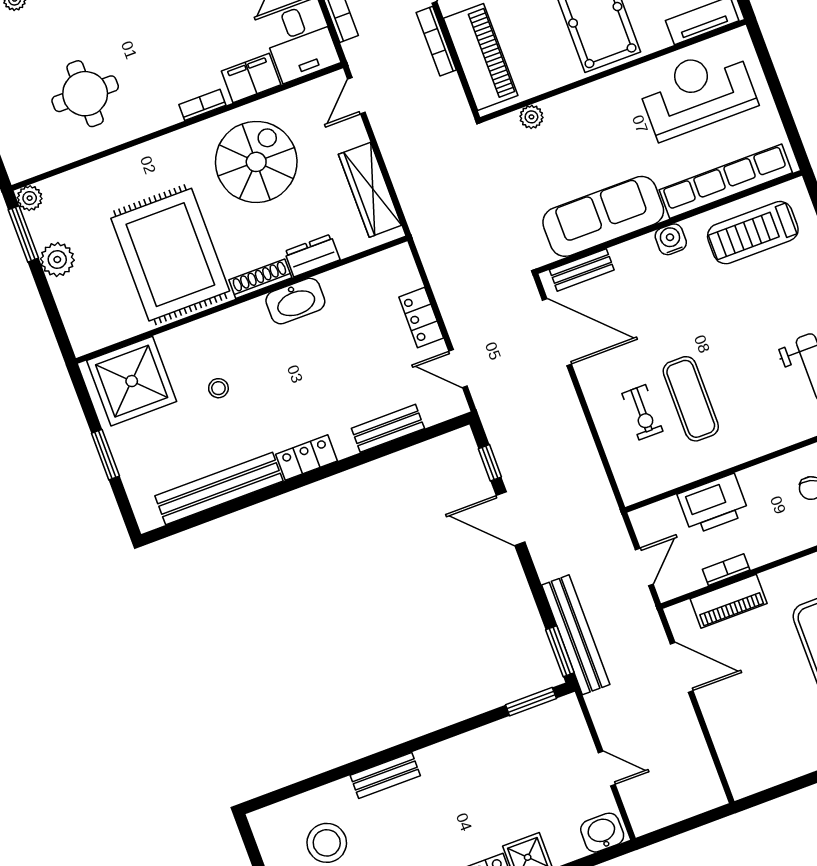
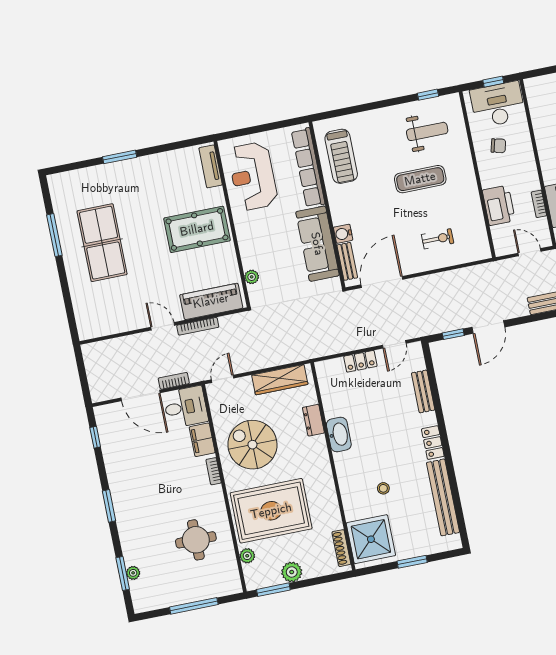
door: (356, 96) -> (223, 379), swing flipped
plant: (30, 198) -> (247, 556), moved
water cooler: (671, 239) -> (343, 234), moved
rug: (170, 255) -> (271, 511), moved
shoe rack: (260, 279) -> (341, 548), moved
exercise mat: (691, 399) -> (420, 179), moved

